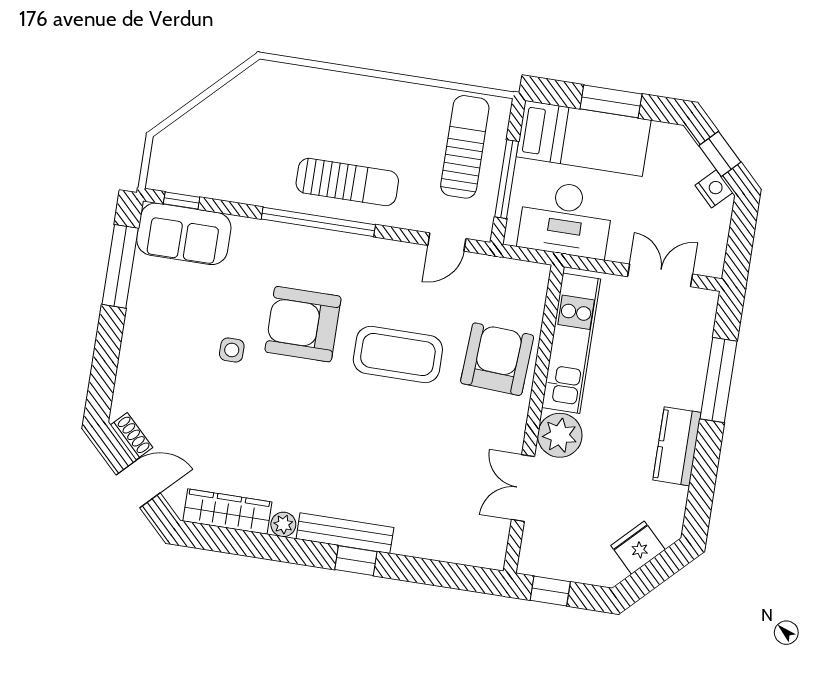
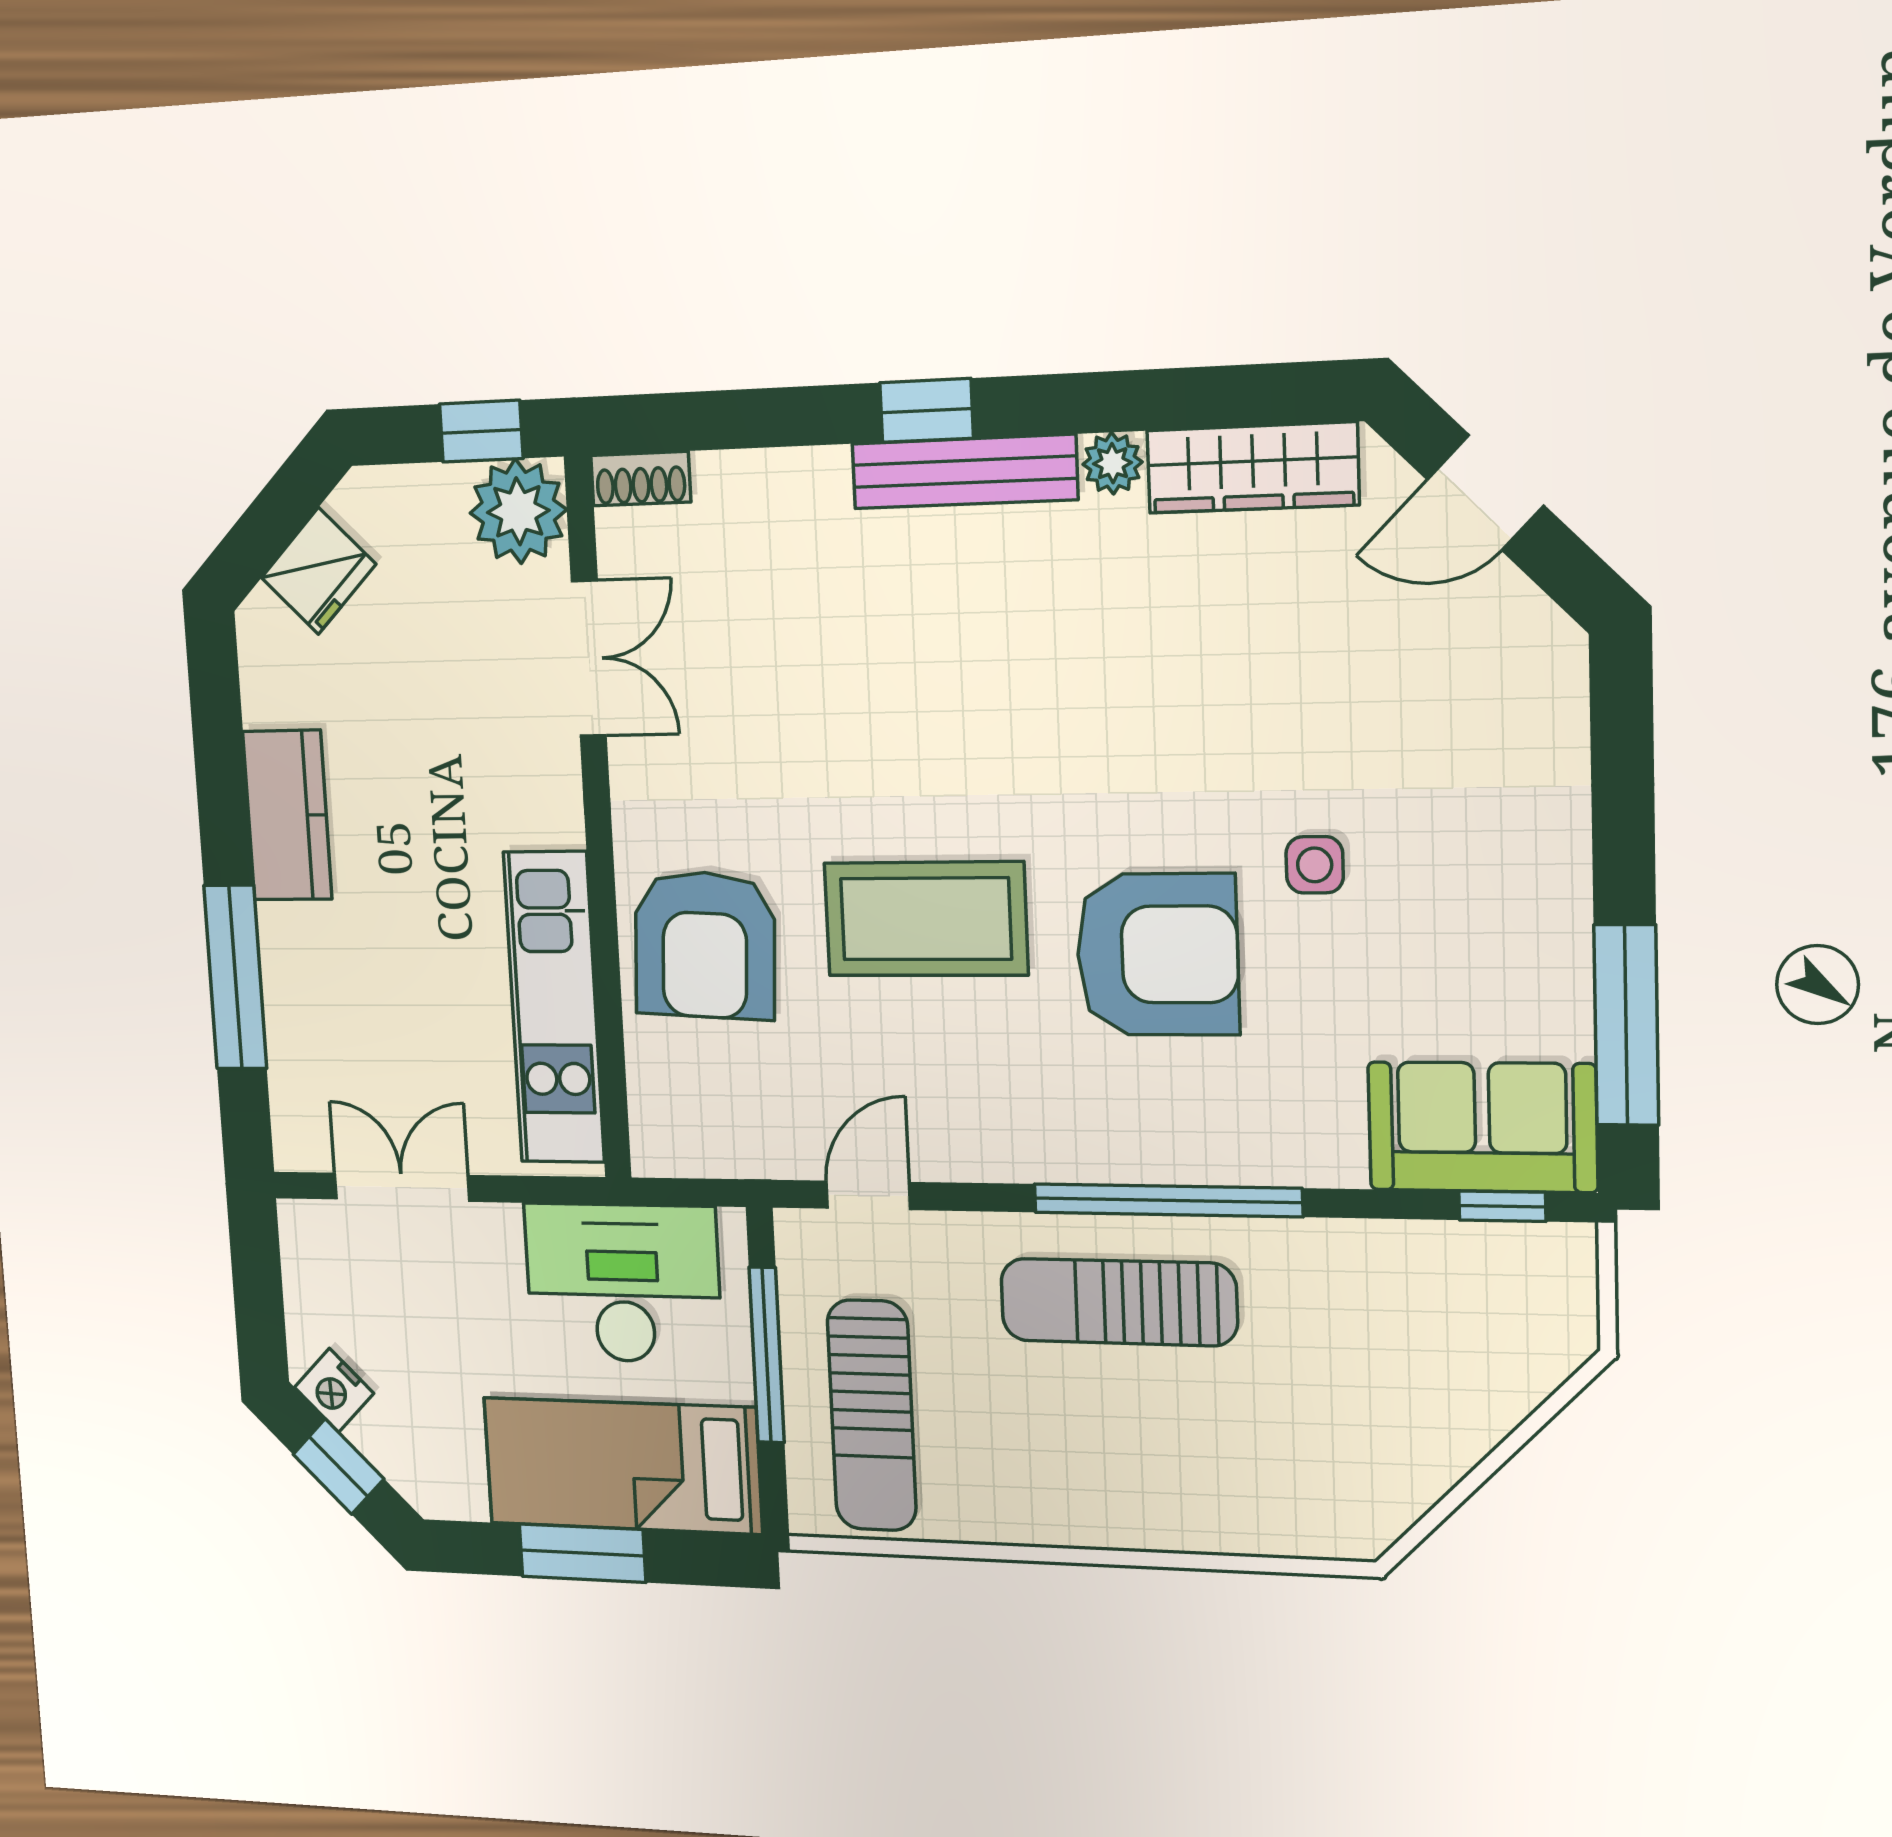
double door: (660, 275) -> (402, 1187), swing flipped
plant: (560, 435) -> (518, 511), moved
shoe rack: (132, 436) -> (641, 479), moved, turned -45

